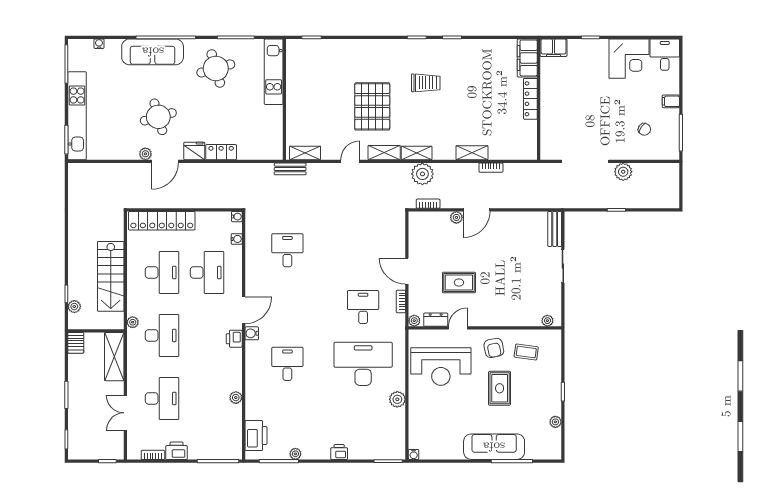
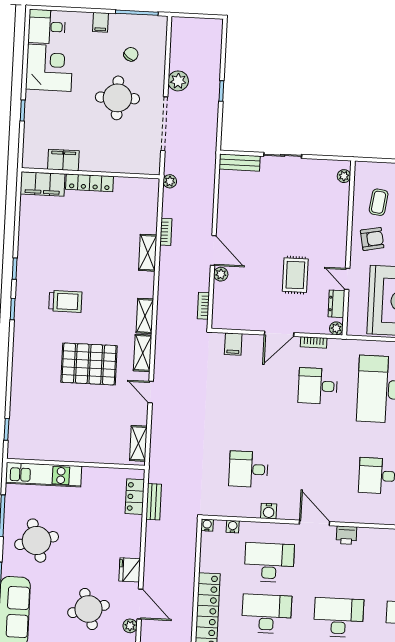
filing cabinet: (554, 48) -> (63, 160), moved, turned -90
trolley: (426, 83) -> (65, 301), turned 90
round table: (606, 119) -> (117, 98), added
locker: (221, 152) -> (135, 497), moved
bench: (290, 169) -> (154, 502), moved
plant: (422, 174) -> (170, 181), moved, width x0.53, depth x0.53
filing cabinet: (396, 231) -> (233, 344), added
water cooler: (252, 333) -> (269, 511), moved

